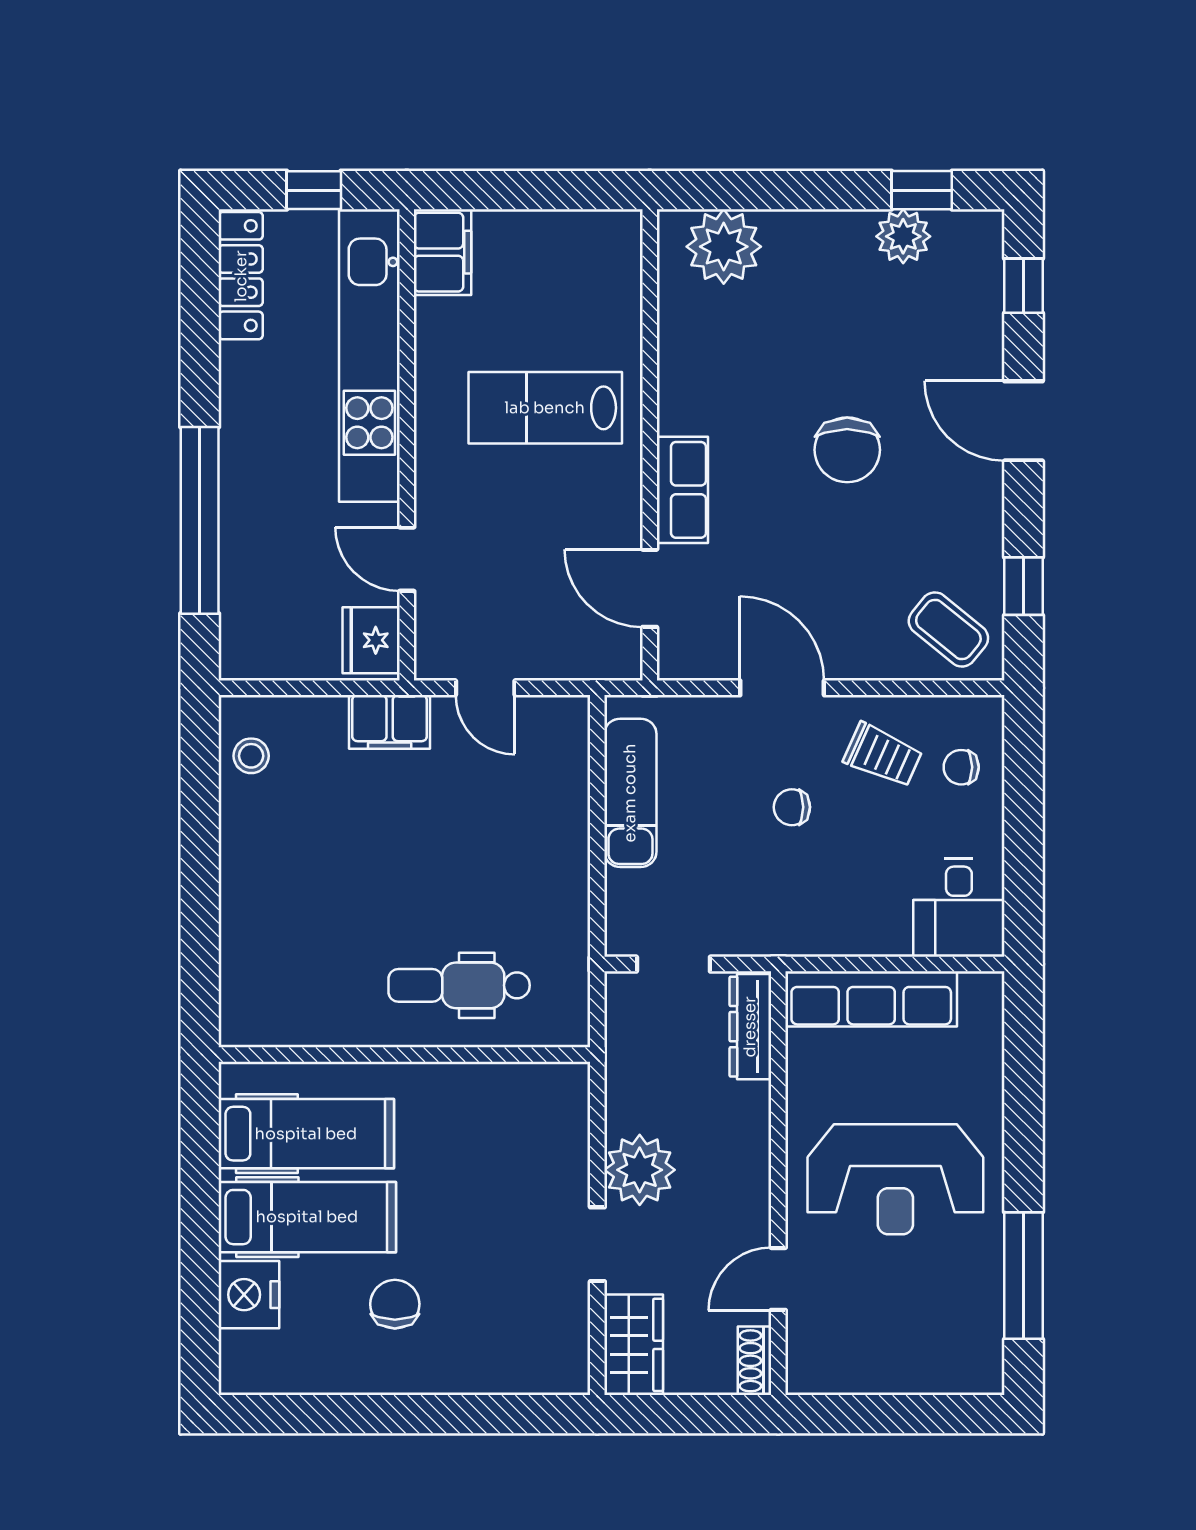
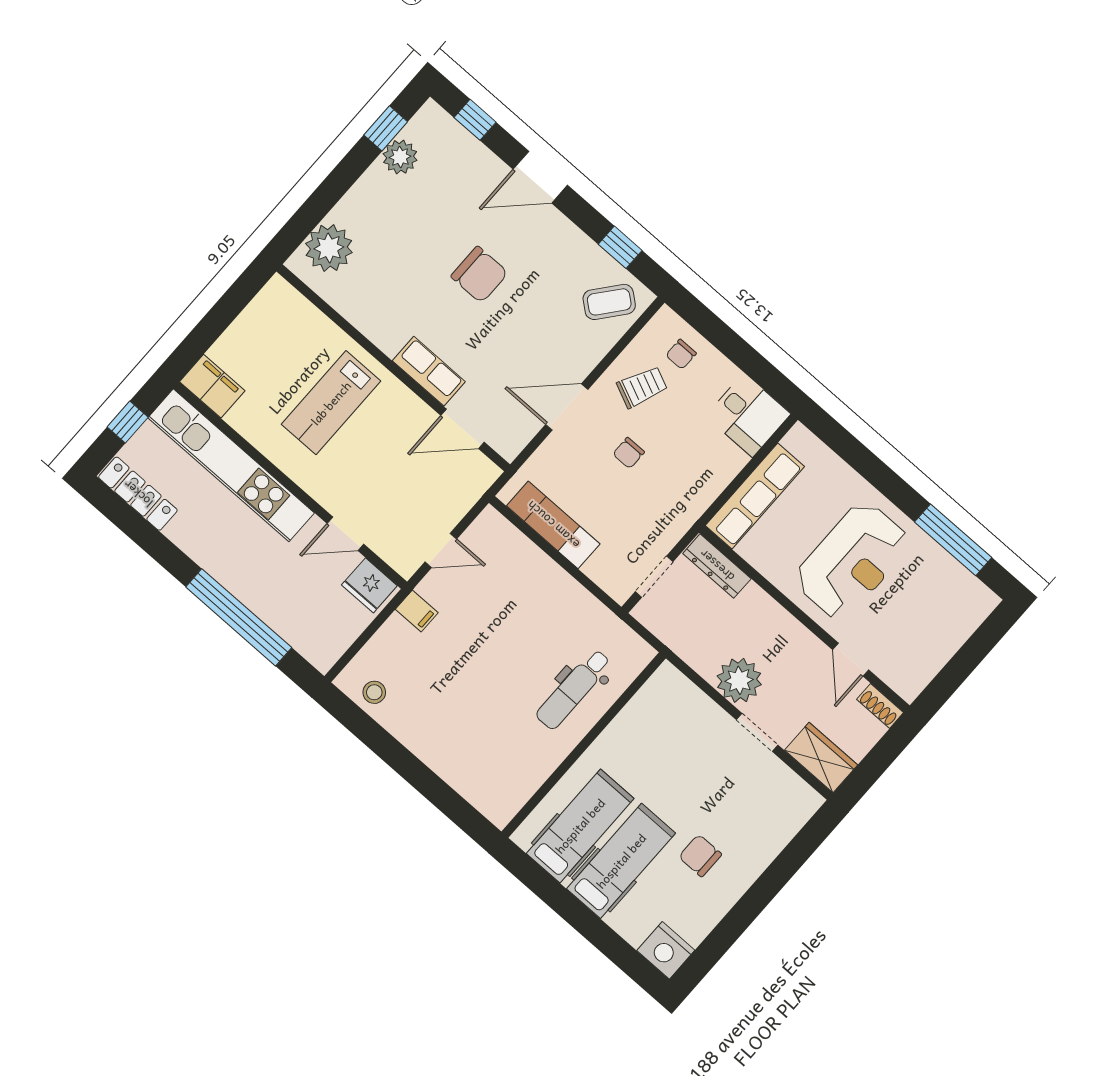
filing cabinet: (390, 722) -> (417, 611), width x0.50
nightstand: (249, 1295) -> (666, 950), moved

